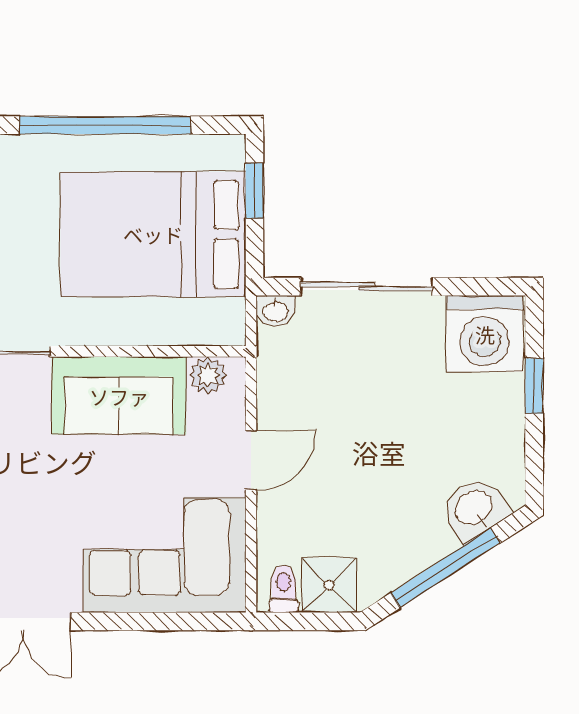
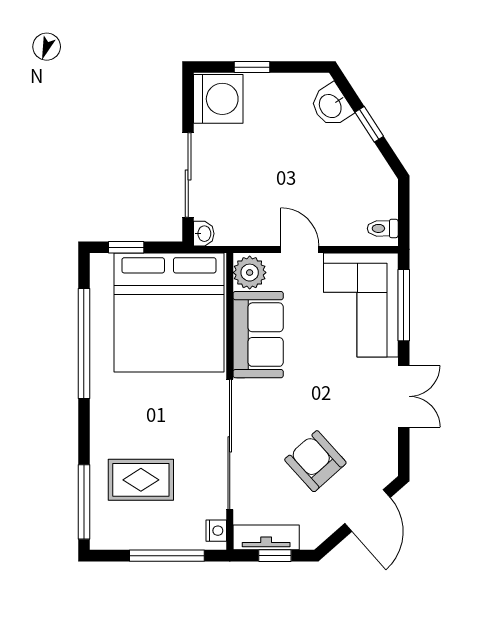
bed: (153, 234) -> (169, 312), width x1.36
plant: (208, 375) -> (250, 273), width x1.38, depth x1.38
window: (445, 568) -> (369, 124), width x0.46
shower: (329, 585) -> (380, 199), removed
window: (165, 621) -> (404, 305), added

